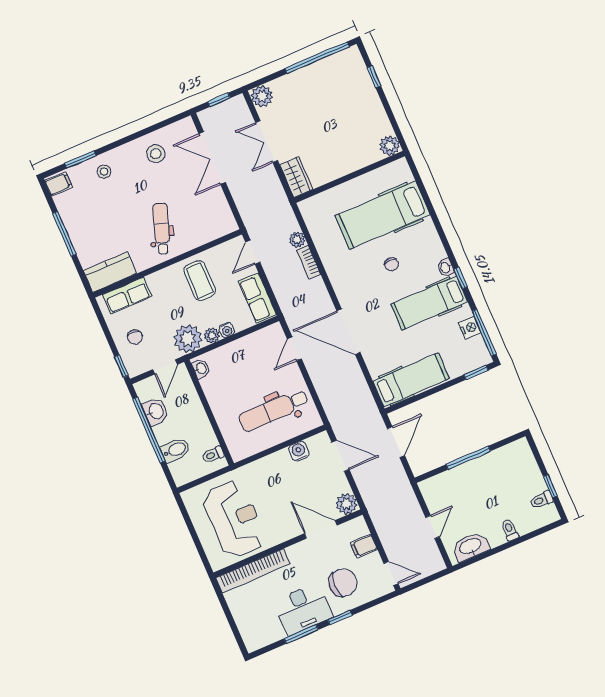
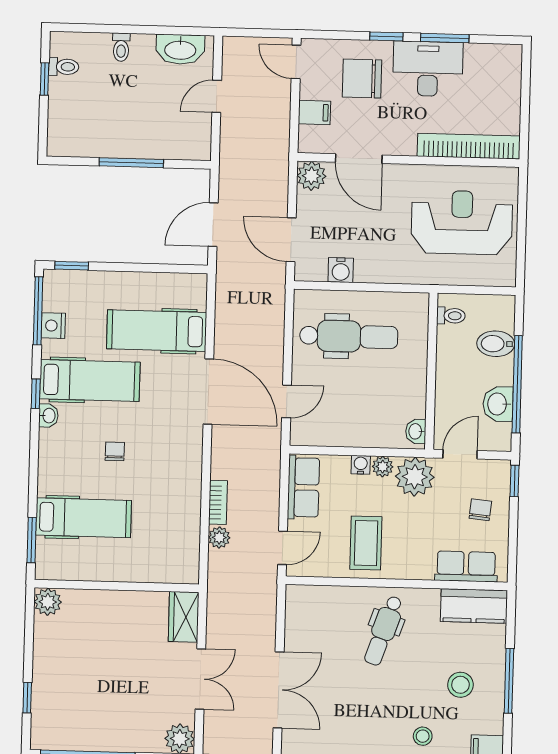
stool: (156, 154) -> (460, 685), moved
window: (419, 181) -> (32, 540), added
hospital bed: (383, 215) -> (84, 518), width x0.73, depth x0.78
hospital bed: (411, 380) -> (157, 331), moved
reception desk: (234, 519) -> (462, 222), turned 90

